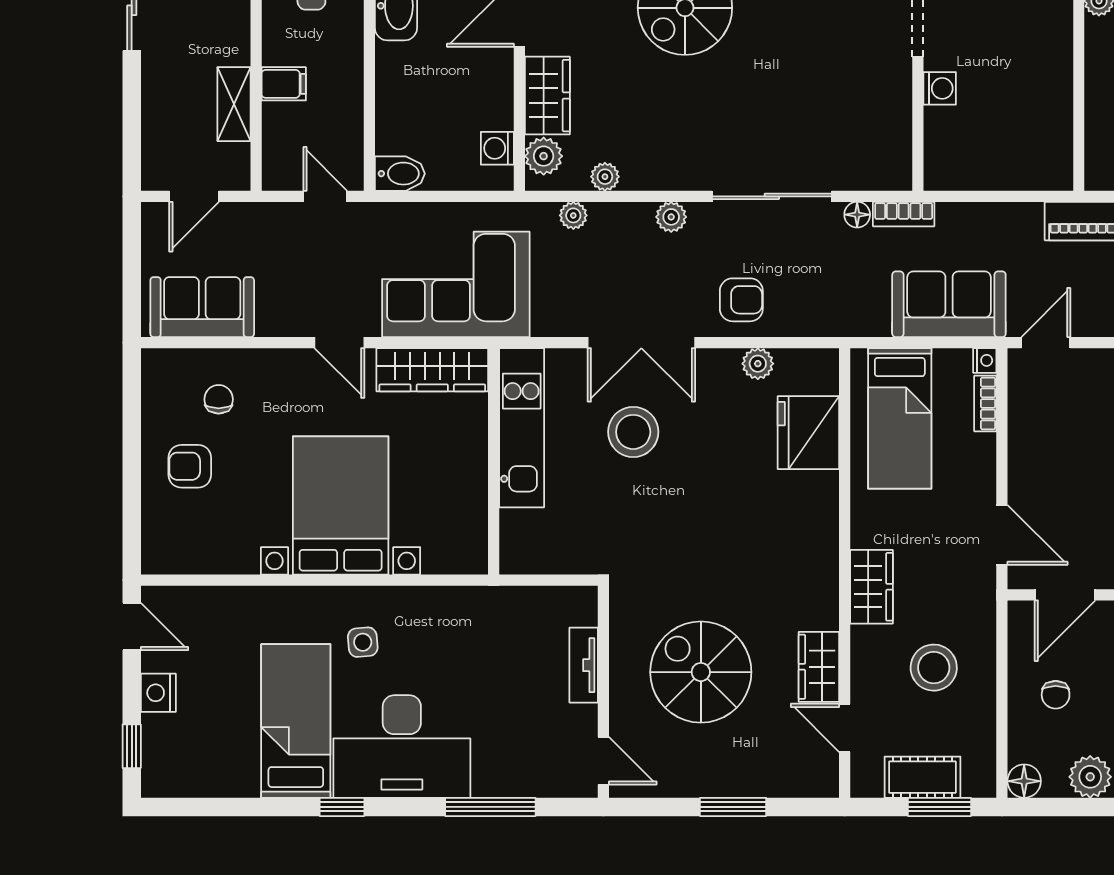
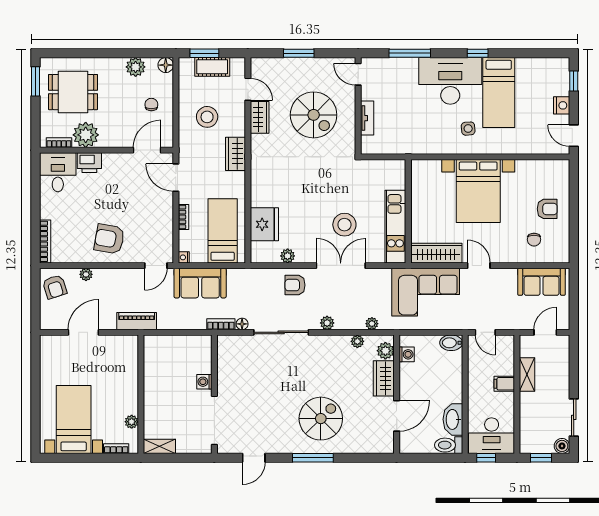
bookcase: (985, 403) -> (183, 217), moved

